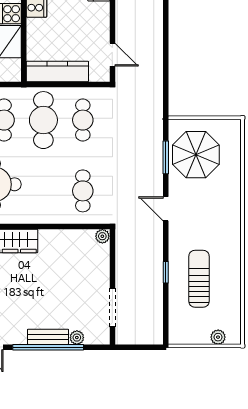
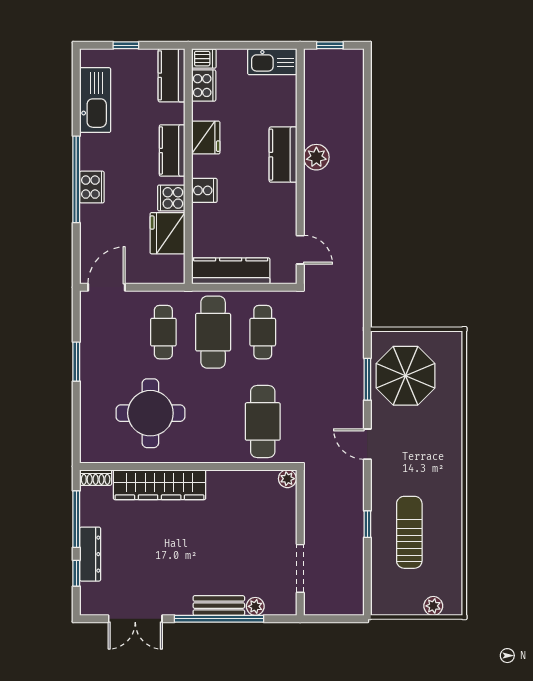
cafe table: (83, 191) -> (263, 421), width x1.37, depth x1.35

